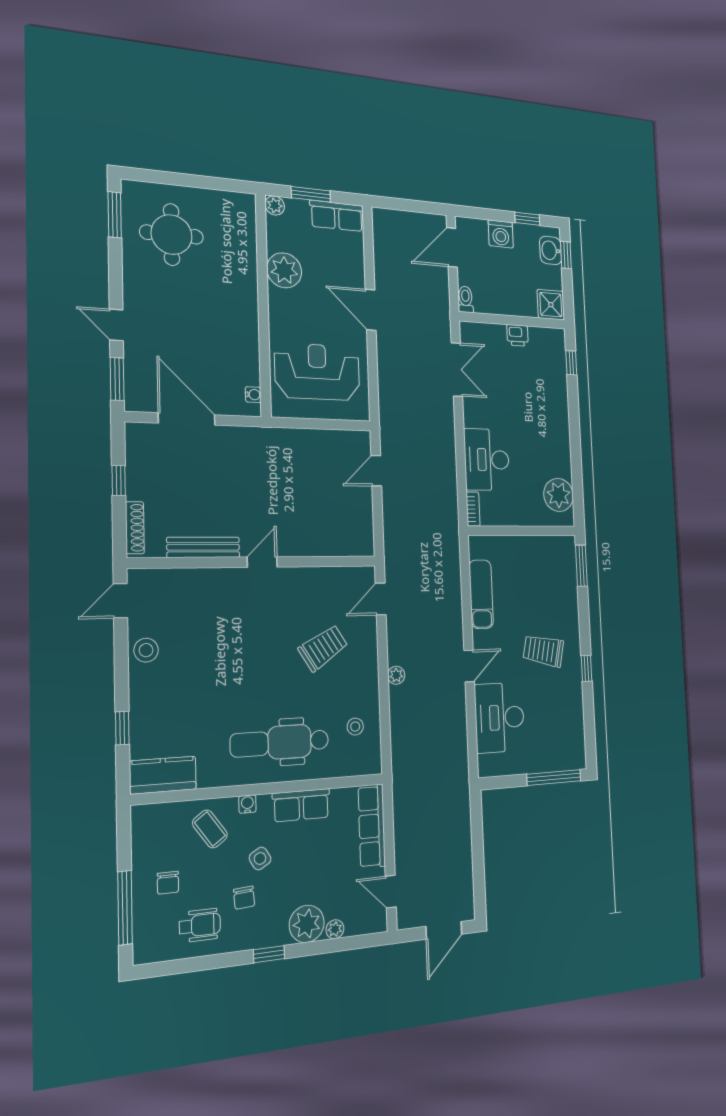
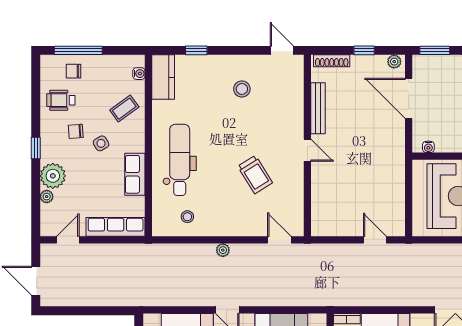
door: (187, 419) -> (409, 98), swing flipped
plant: (134, 438) -> (394, 62), added
trolley: (323, 648) -> (255, 175), moved
stool: (146, 650) -> (242, 89), moved
water cooler: (247, 804) -> (139, 74), moved
chair: (168, 883) -> (74, 71), moved
wheelchair: (200, 925) -> (61, 100), turned 90

